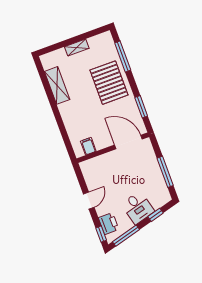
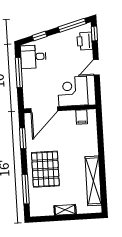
shelving: (57, 85) -> (93, 181), width x1.47
door: (128, 142) -> (44, 110), hinge flipped
corner desk: (105, 169) -> (73, 91), added
desk: (138, 208) -> (33, 57), moved, turned -75

